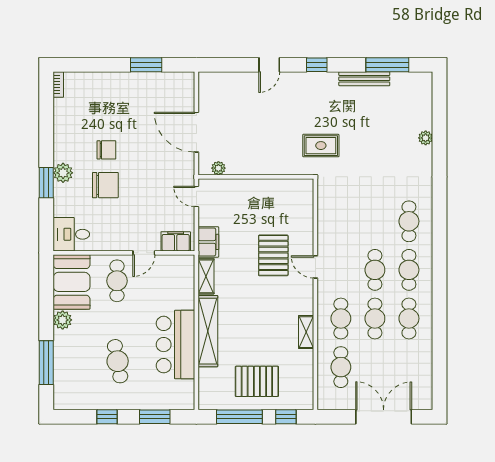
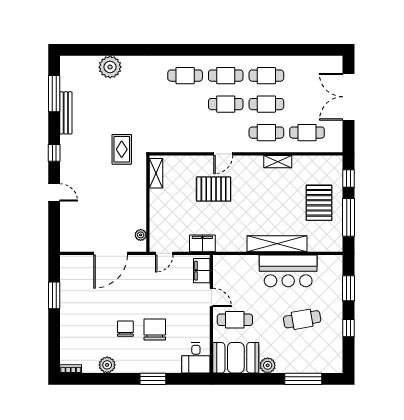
plant: (426, 138) -> (110, 67), width x1.87, depth x1.87
plant: (63, 173) -> (107, 365), moved
shelving: (206, 276) -> (156, 173), moved, turned 90

